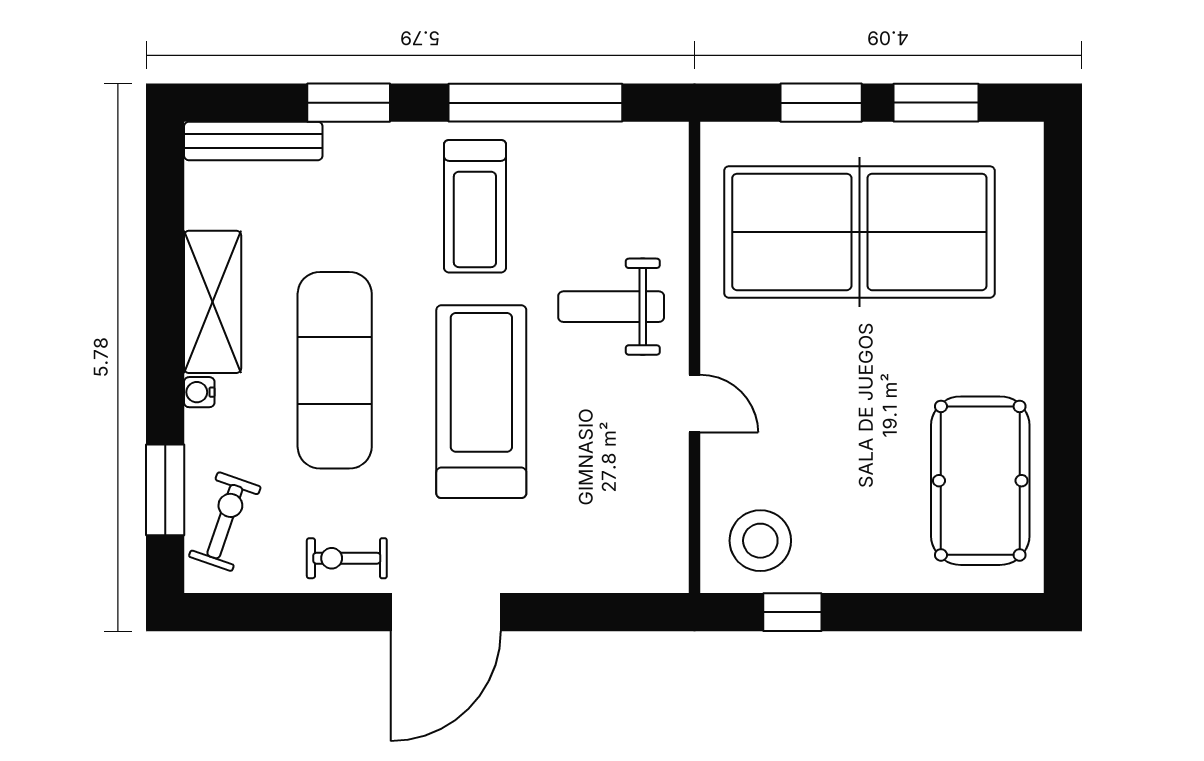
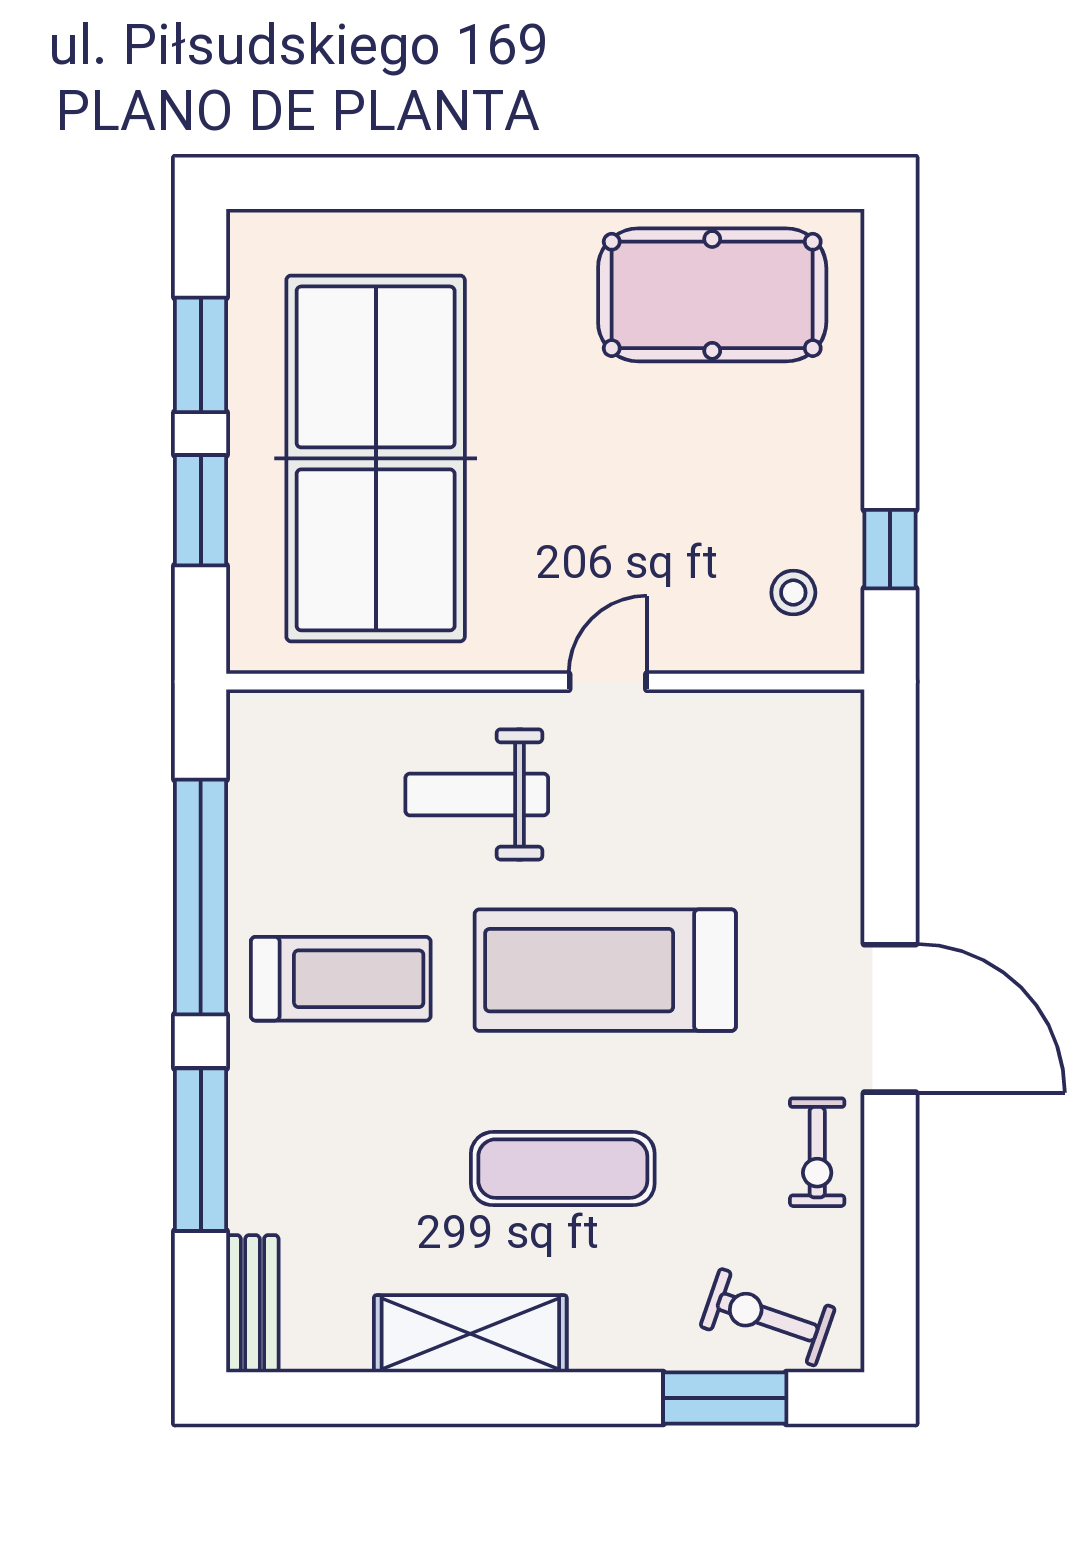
window: (349, 103) -> (201, 1150), width x1.44
bench: (253, 141) -> (252, 1304), width x0.73
weight bench: (611, 307) -> (477, 794), turned 90
exercise mat: (335, 370) -> (563, 1169), width x0.73, depth x0.69
water cooler: (199, 392) -> (592, 1352), removed
stool: (760, 541) -> (793, 593), width x0.53, depth x0.53

